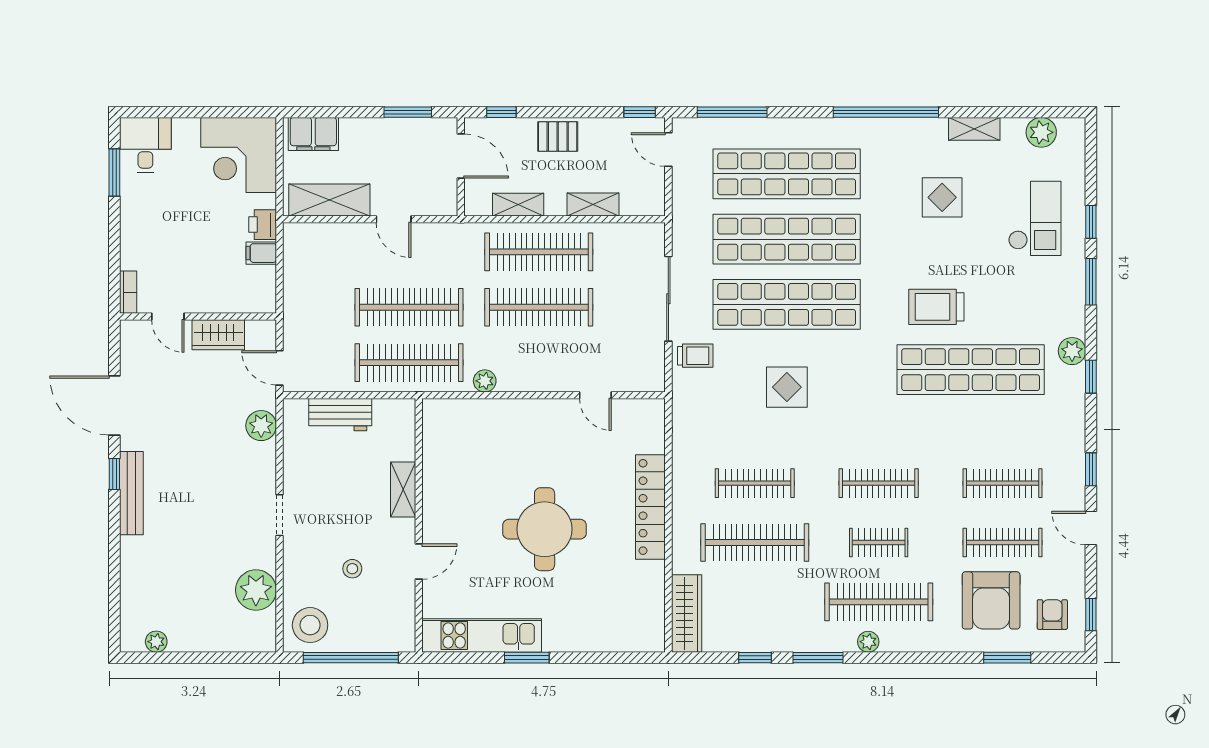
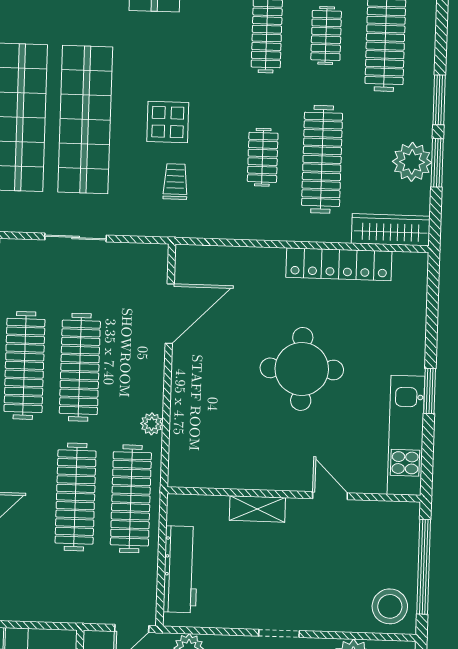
sliding door: (668, 299) -> (76, 237), width x0.73
trolley: (695, 356) -> (175, 181), moved
door: (595, 395) -> (170, 314), width x1.87
workbench: (340, 415) -> (181, 569), width x1.38
clothes rail: (755, 483) -> (263, 157), width x0.73
locker: (650, 507) -> (339, 264), moved
stool: (352, 569) -> (335, 562), removed
plant: (868, 642) -> (412, 162), moved, width x1.88, depth x1.88
window: (755, 658) -> (437, 163), width x1.50

